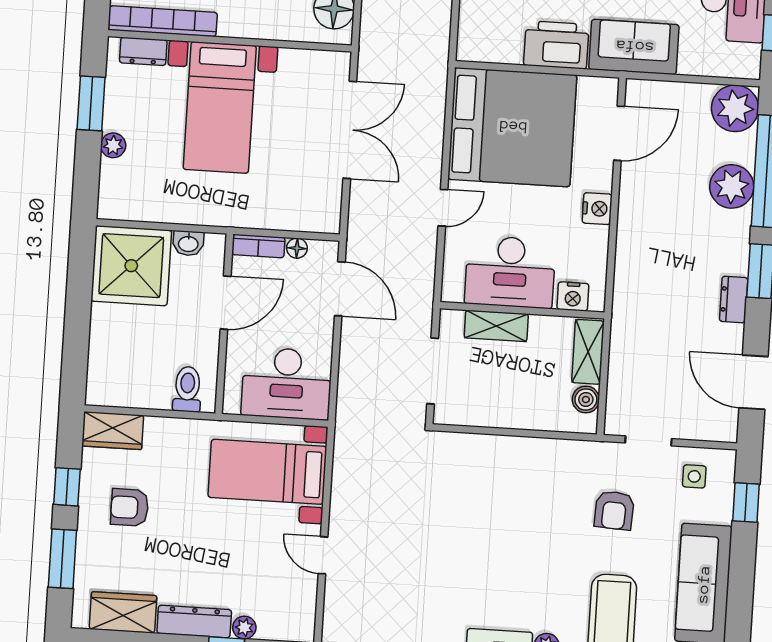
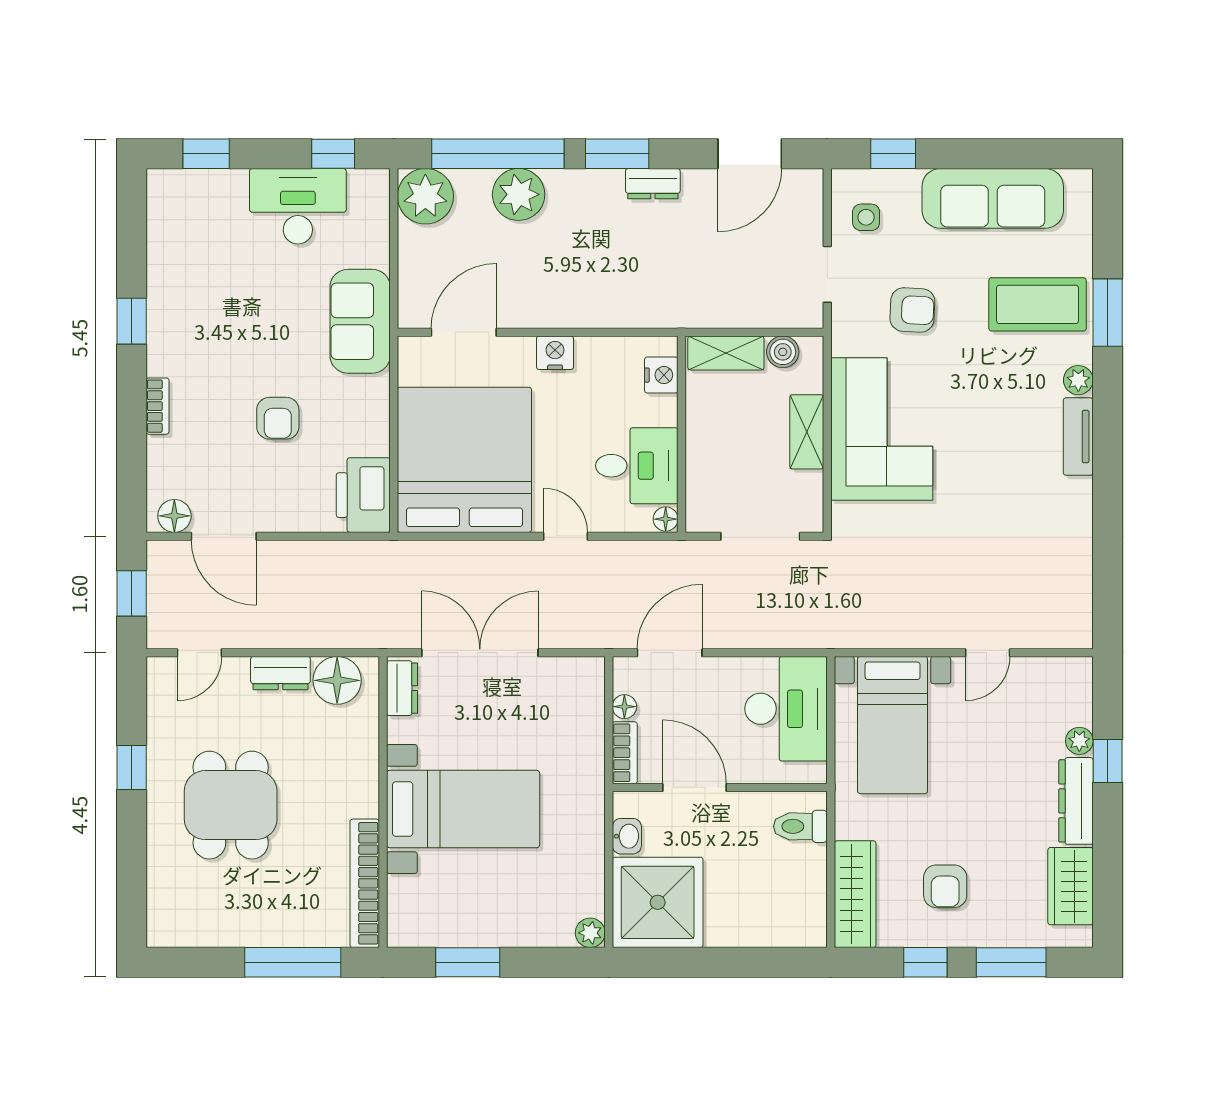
printer: (556, 45) -> (363, 495), moved
dresser: (143, 51) -> (402, 688), moved
door: (619, 133) -> (464, 332), hinge flipped
plant: (113, 145) -> (590, 933), moved
desk: (510, 272) -> (637, 466), width x0.73
floor lamp: (452, 293) -> (666, 519), added
shelving: (496, 326) -> (807, 432), moved
wardrobe: (113, 431) -> (855, 894), width x1.50
corner sofa: (516, 478) -> (882, 429), added

